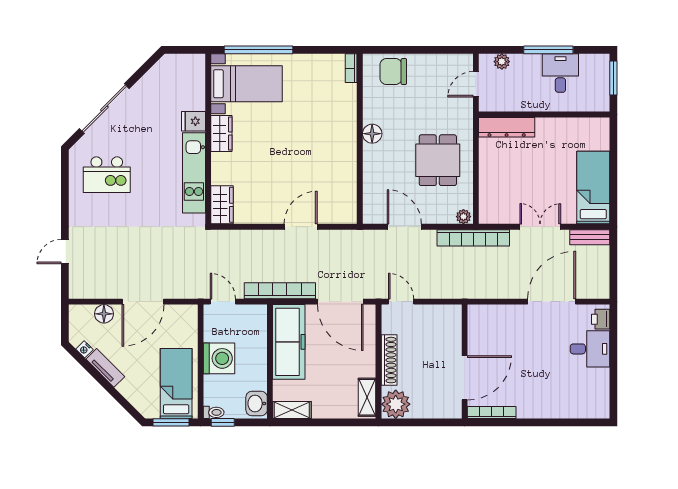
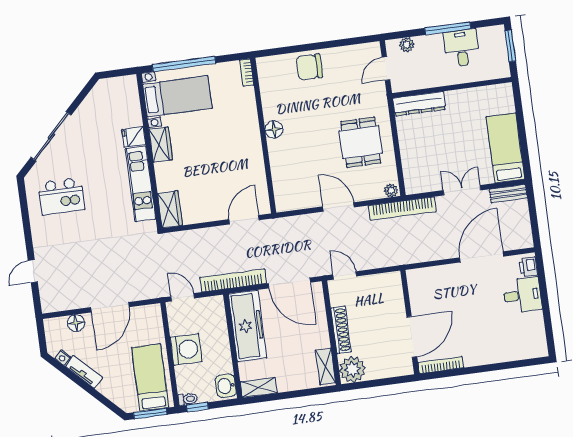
bookcase: (351, 68) -> (247, 72), moved
floor lamp: (372, 134) -> (274, 129), moved
wall: (360, 139) -> (263, 136), moved

